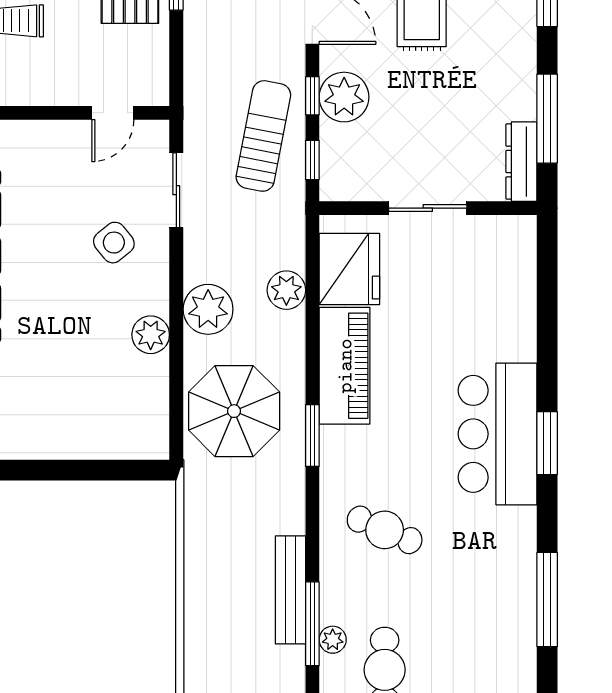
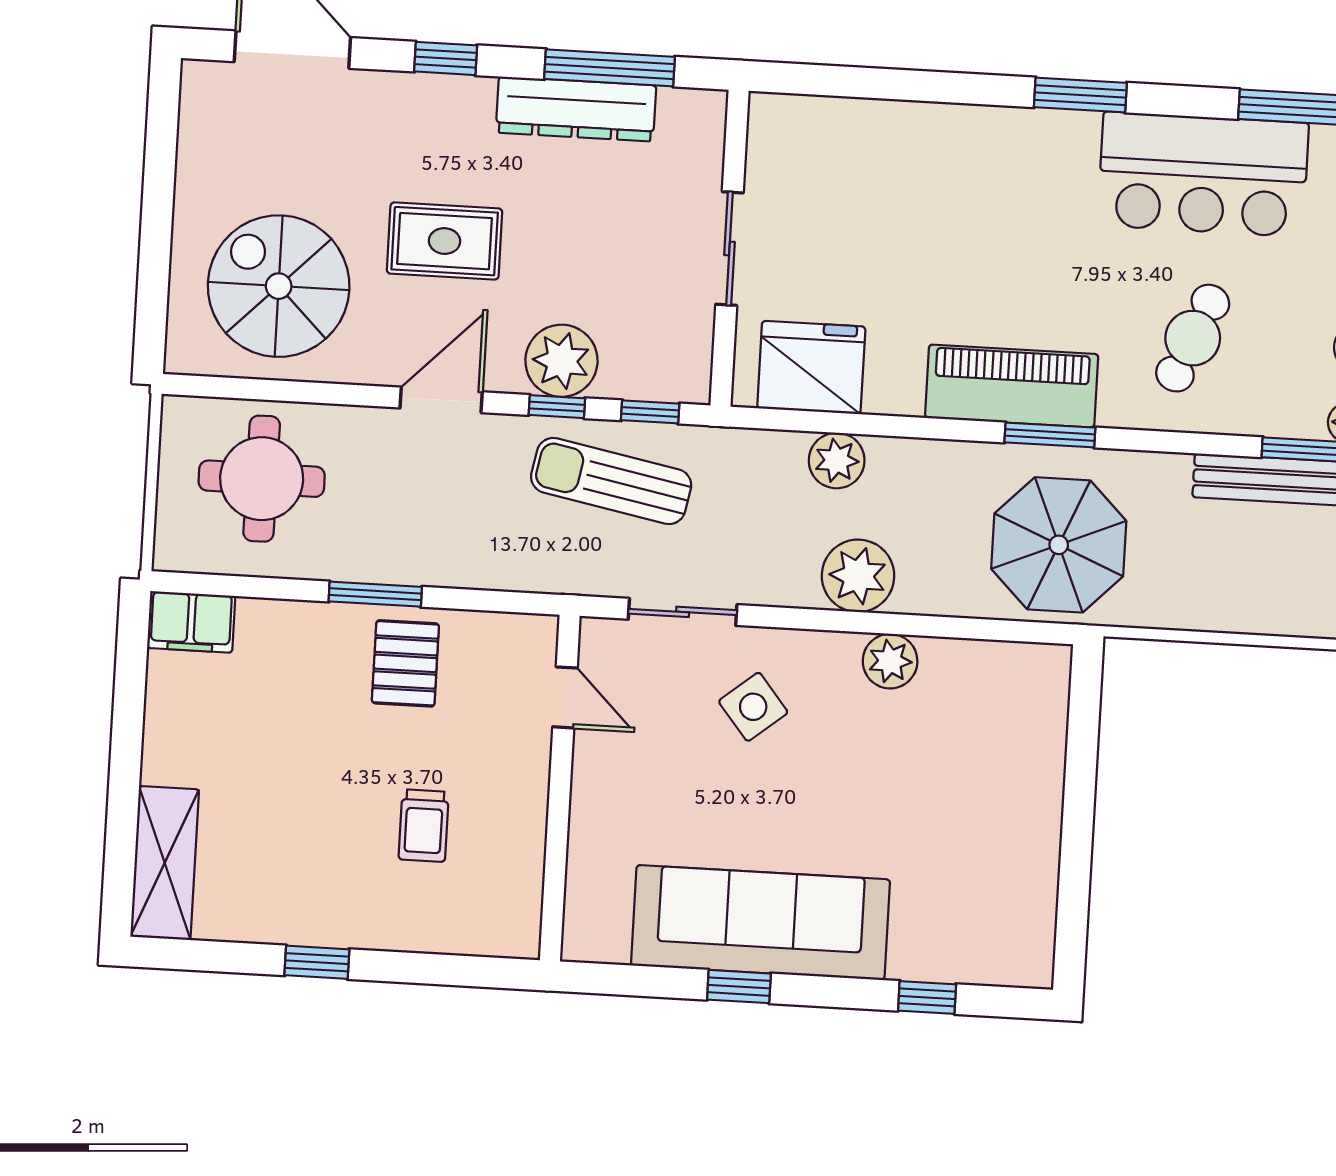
dresser: (521, 162) -> (576, 109), moved, width x1.37, depth x1.24
piano: (345, 366) -> (1012, 386), moved
parasol: (234, 411) -> (1059, 545), moved
bar counter: (498, 434) -> (1203, 174), moved

